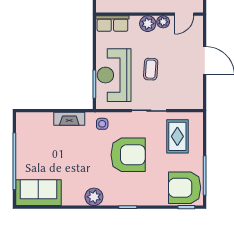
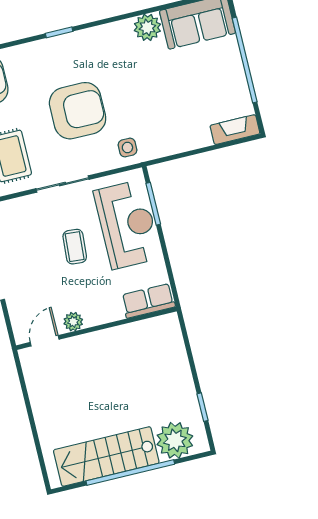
plant: (148, 24) -> (96, 313), removed
fireplace: (69, 119) -> (235, 130), moved
armchair: (128, 155) -> (78, 111), turned 180
plant: (94, 197) -> (147, 27), moved

